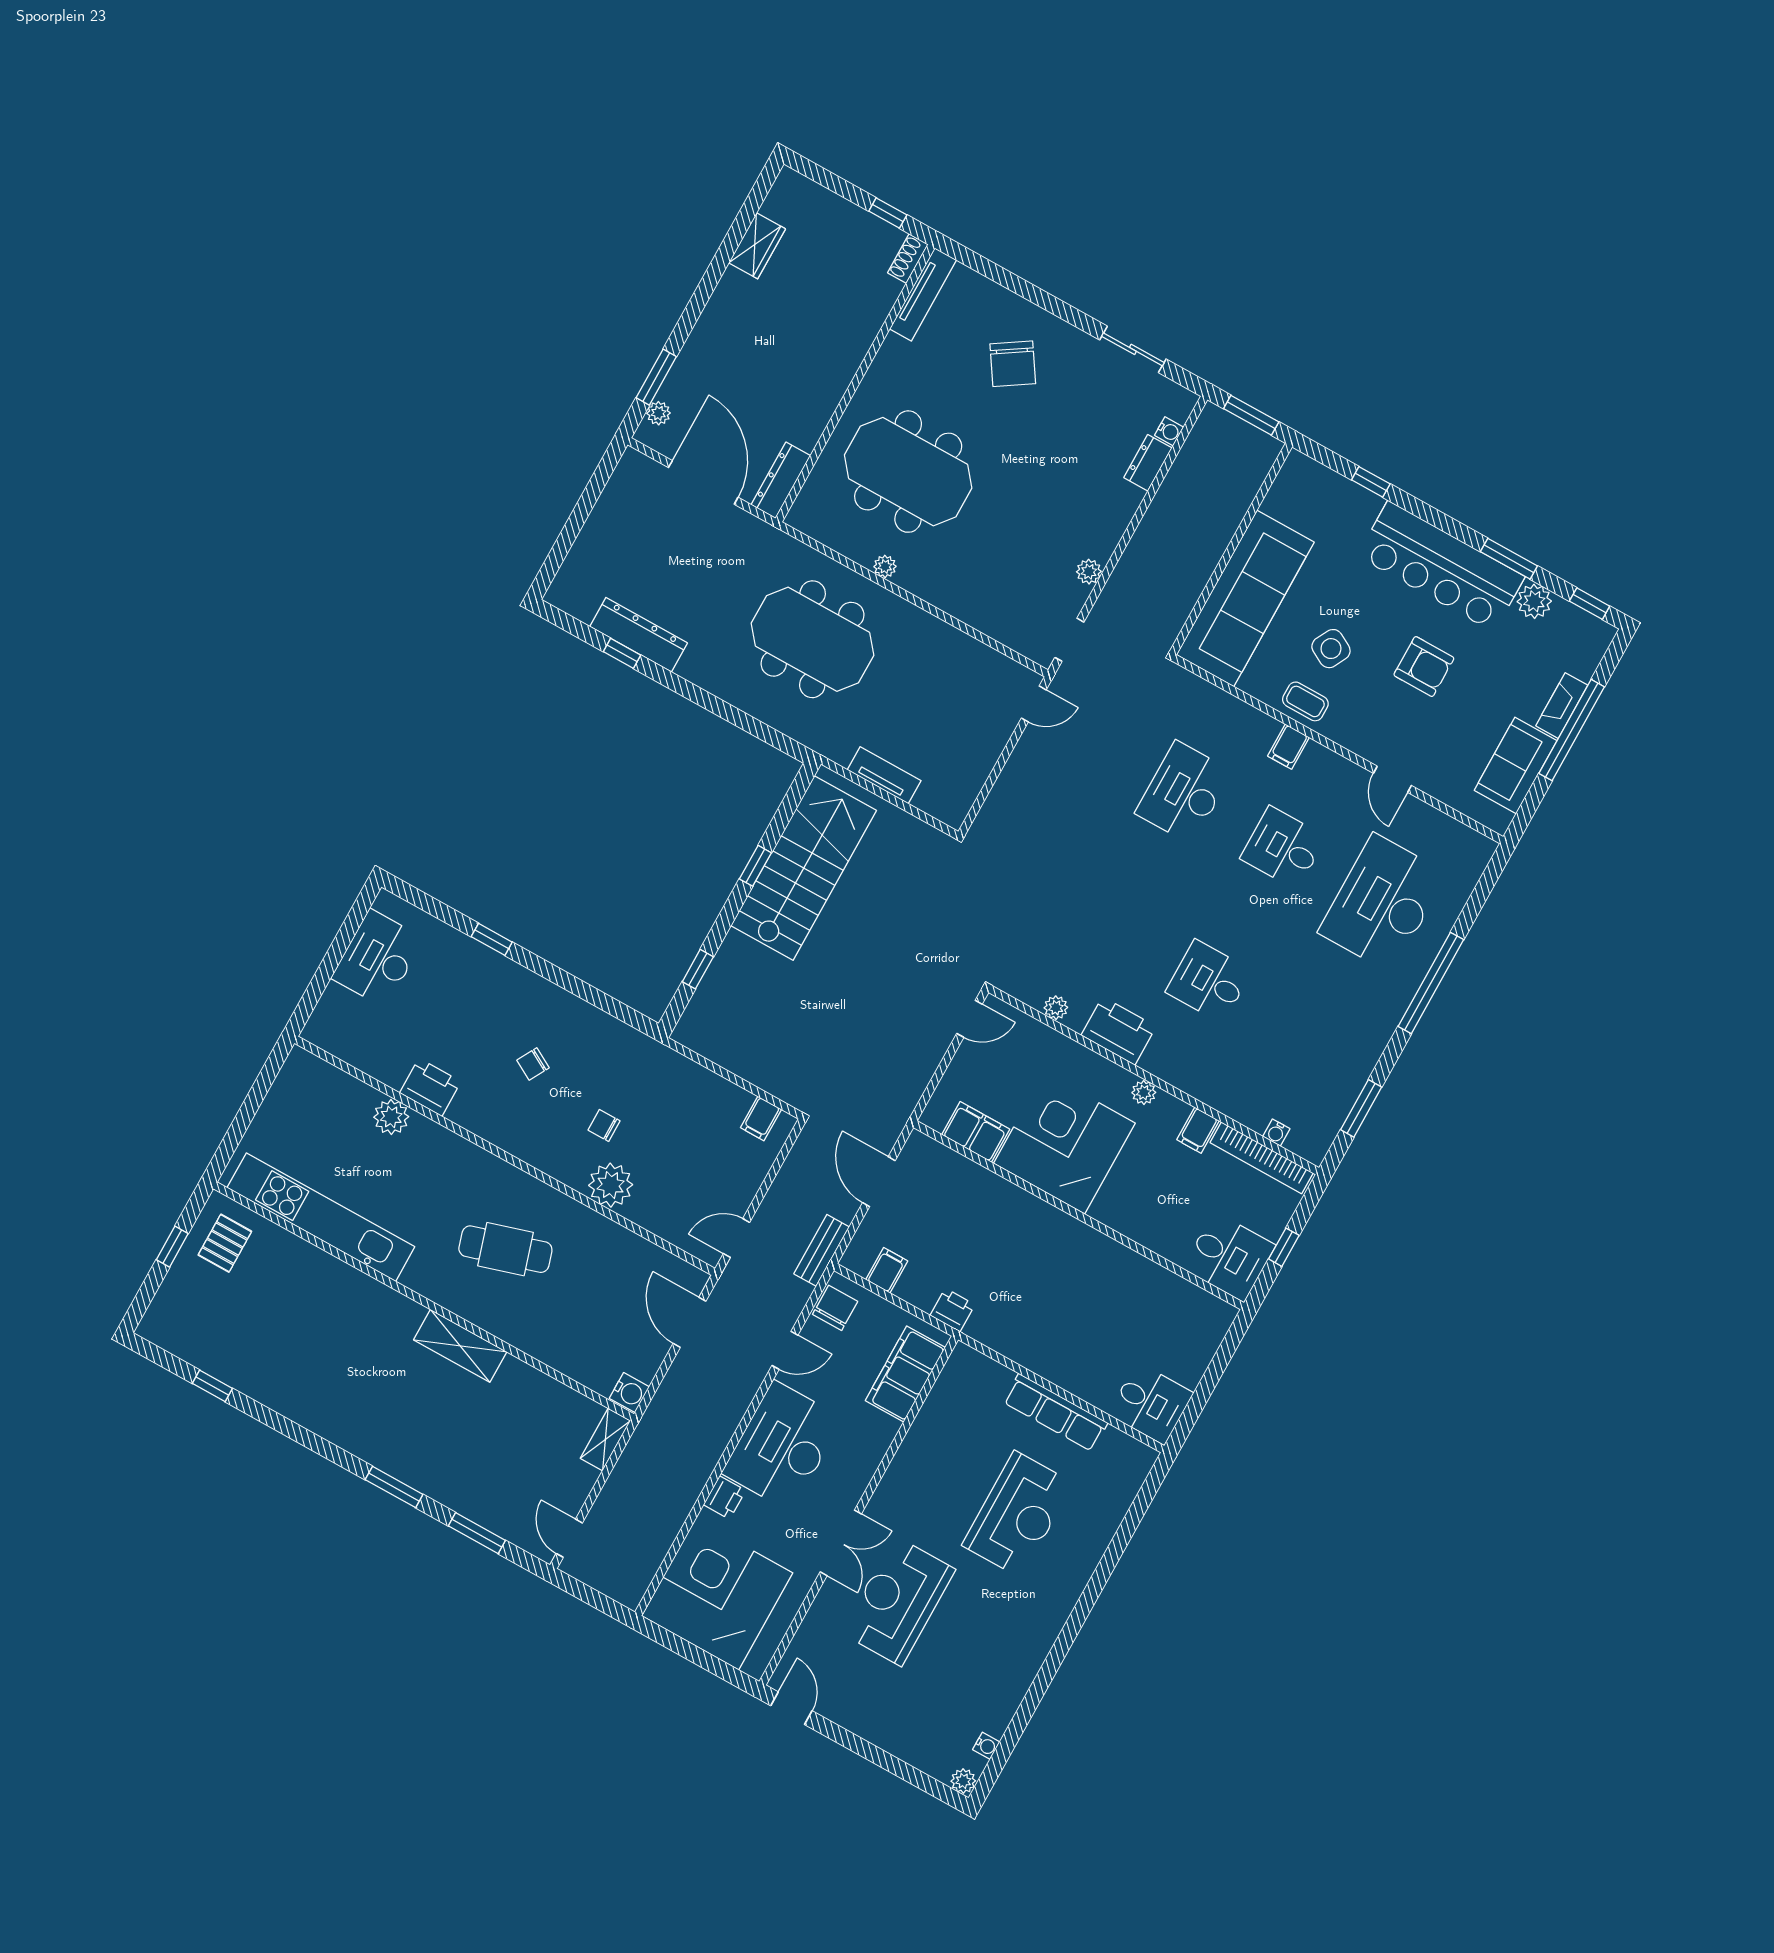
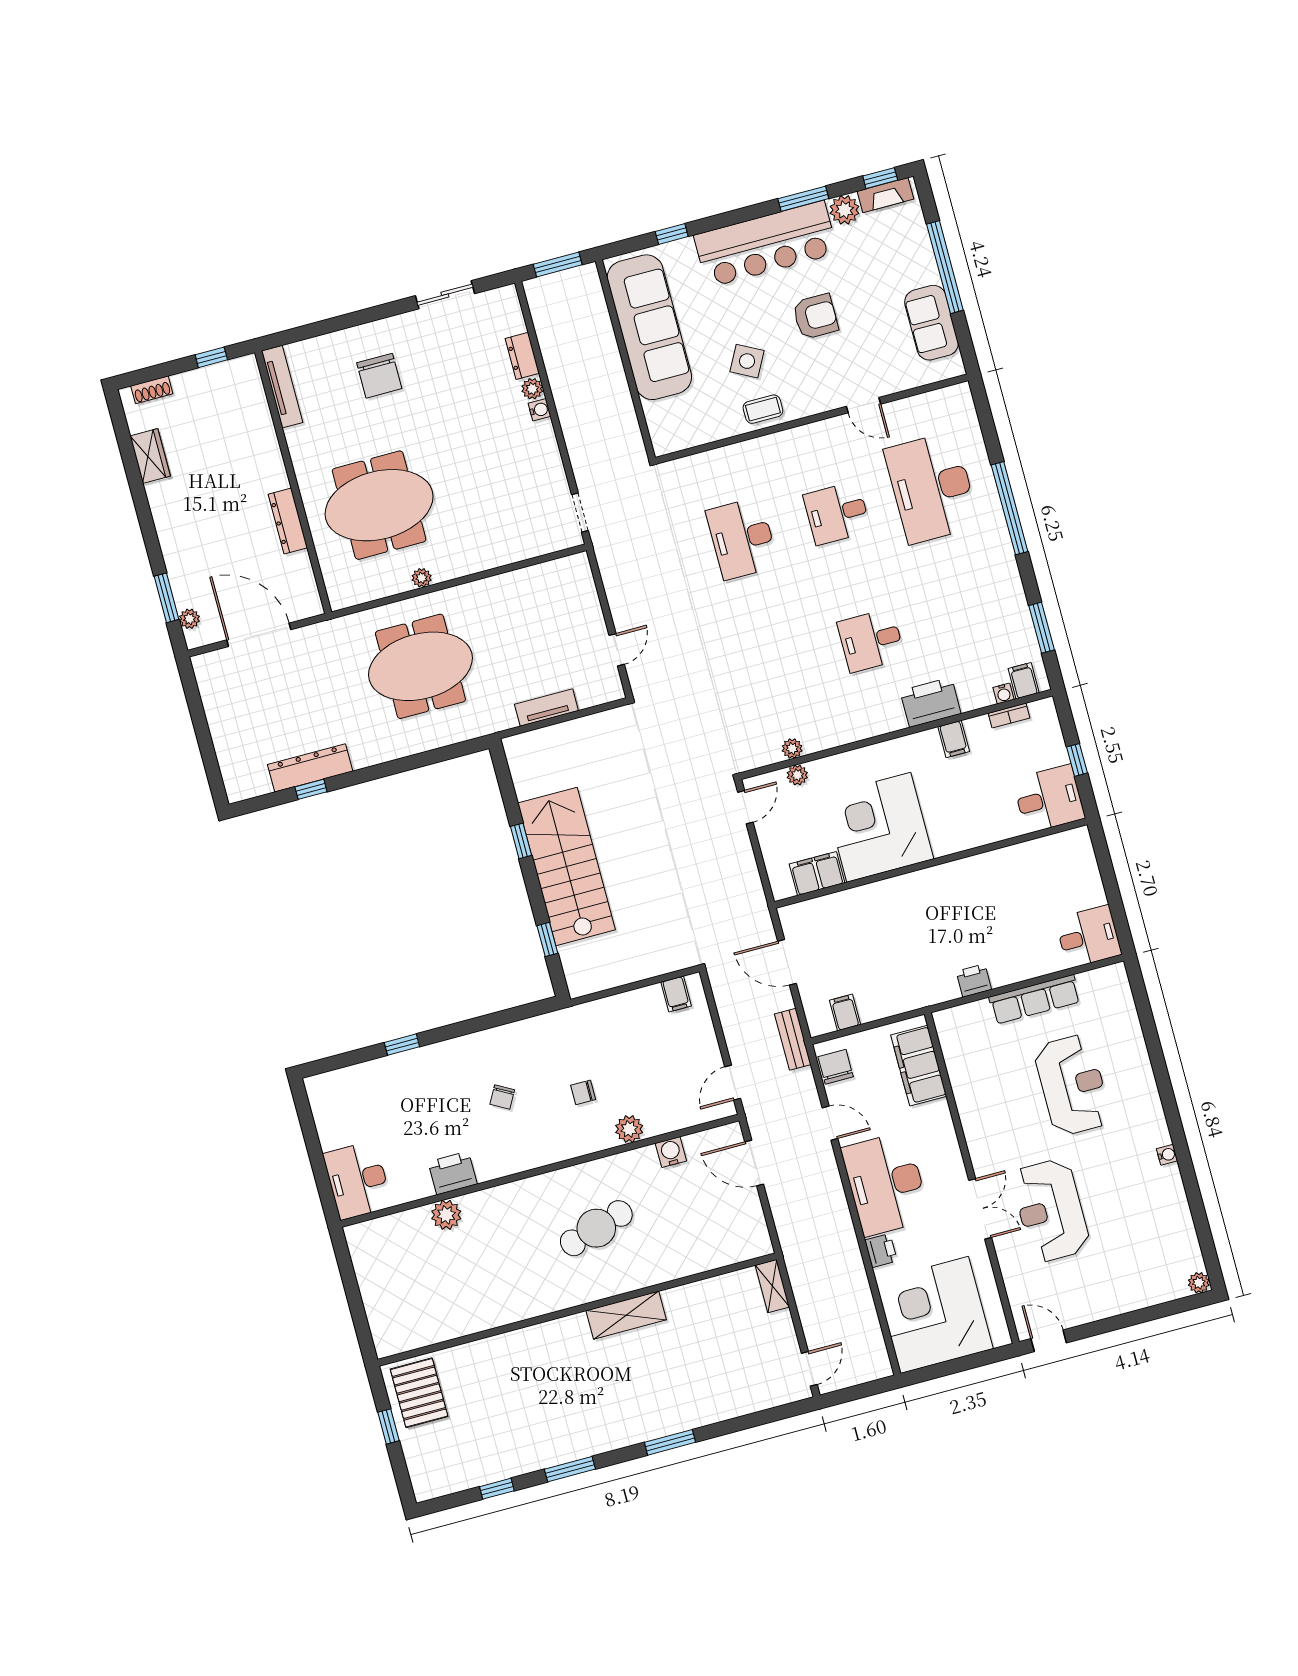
shoe rack: (908, 259) -> (152, 390), moved, turned -90
chair: (1013, 364) -> (379, 376), turned 33
water cooler: (1169, 431) -> (539, 410), moved
dresser: (781, 480) -> (288, 521), moved
plant: (1089, 572) -> (532, 389), moved
sofa: (1245, 598) -> (649, 327), moved
door: (1034, 704) -> (617, 650), moved
fireplace: (1562, 706) -> (885, 195), moved, turned -90
filing cabinet: (1288, 747) -> (1024, 681), moved, turned 180
stairs: (804, 868) -> (567, 866), moved
desk: (378, 958) -> (358, 1180), moved
printer: (1119, 1031) -> (930, 702), moved
plant: (1144, 1093) -> (797, 775), moved
bookcase: (1262, 1158) -> (1009, 716), width x0.43, depth x0.76
plant: (611, 1185) -> (629, 1129), width x0.73, depth x0.73
kitchen unit: (321, 1217) -> (463, 1319), removed
pallet: (225, 1243) -> (419, 1393), width x1.50, depth x1.42
printer: (953, 1310) -> (974, 980), moved
door: (785, 1350) -> (830, 1123), hinge flipped
water cooler: (629, 1393) -> (671, 1152), moved, turned -90
window: (477, 1533) -> (570, 1469), moved
door: (569, 1538) -> (809, 1369), swing flipped
water cooler: (986, 1746) -> (1167, 1155), moved

